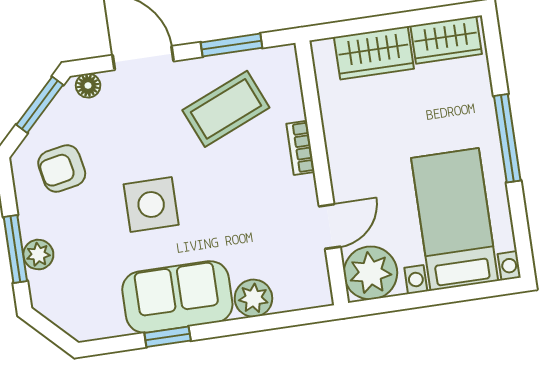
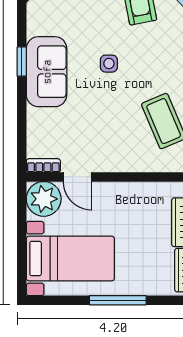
bookcase: (300, 148) -> (43, 166), moved
side table: (151, 204) -> (109, 64), width x0.54, depth x0.54
plant: (253, 298) -> (39, 121), removed

